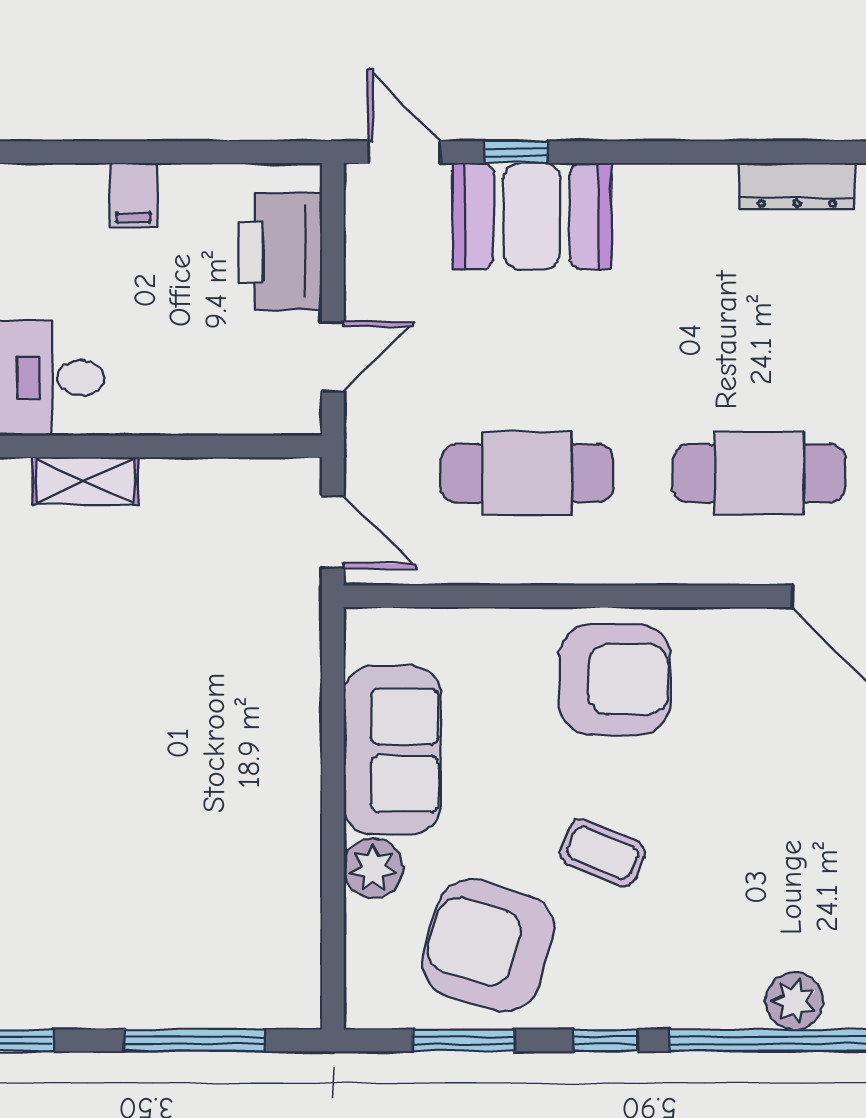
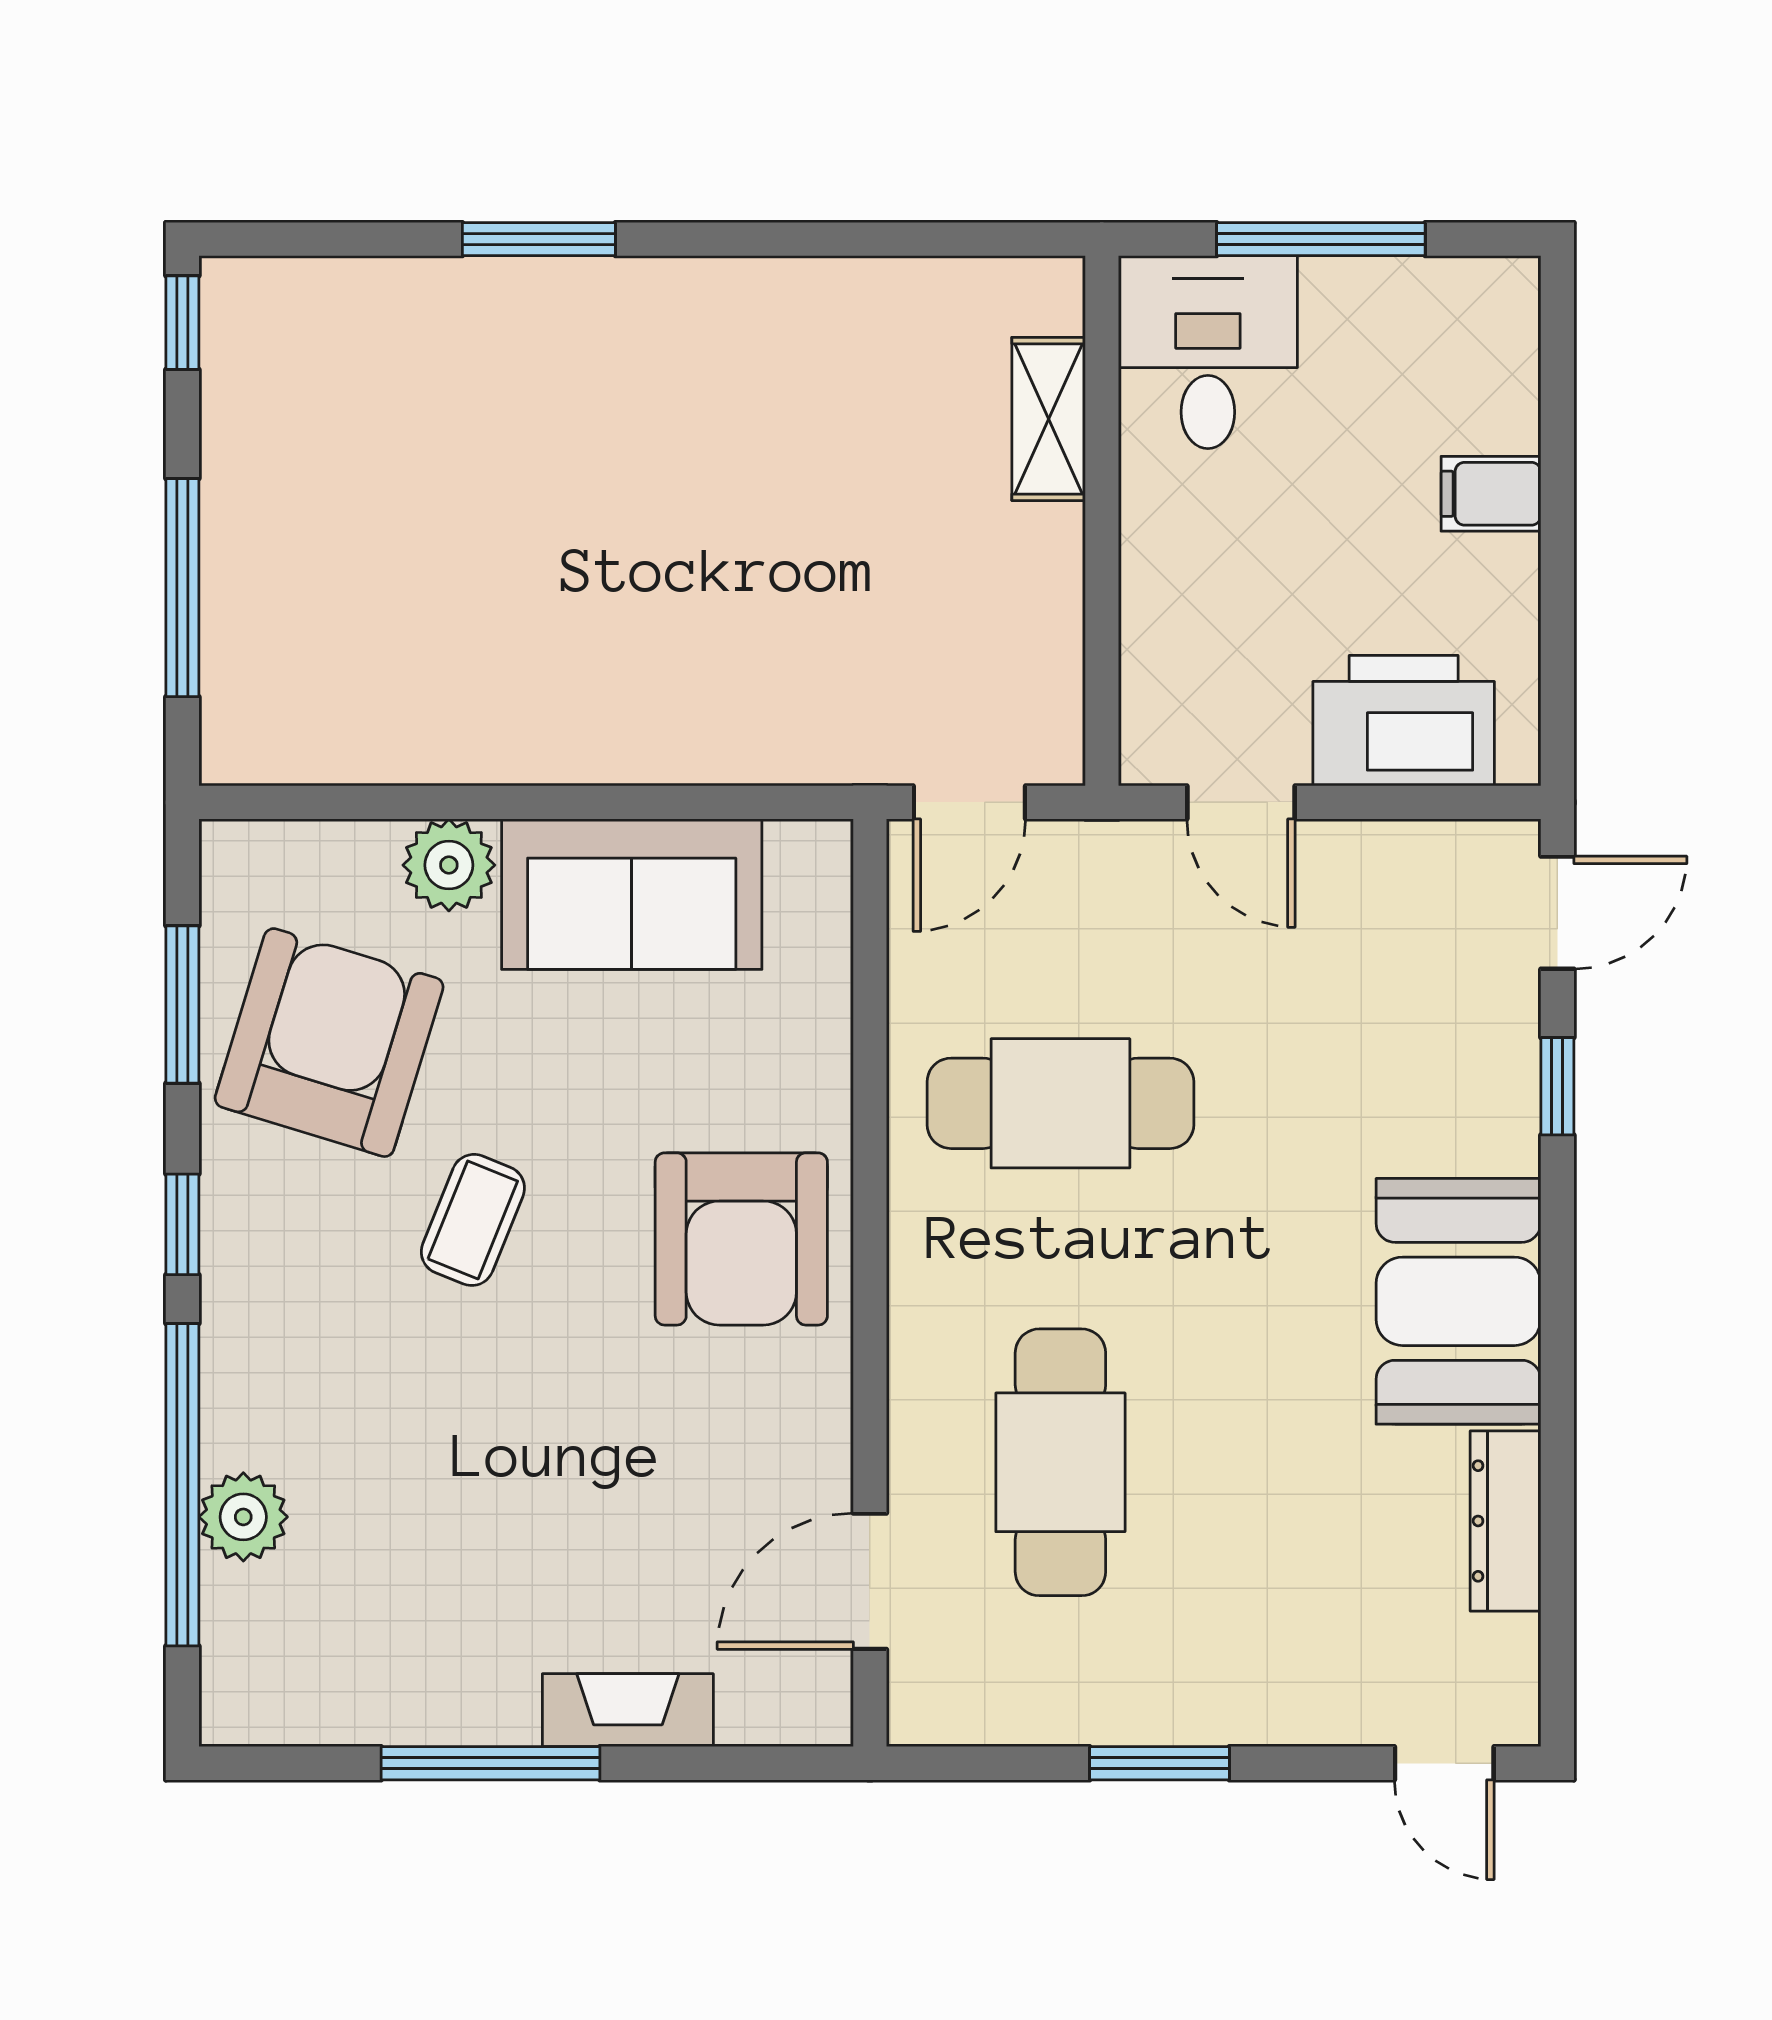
booth: (532, 216) -> (1458, 1301), moved
cafe table: (527, 473) -> (1060, 1103), turned 90

